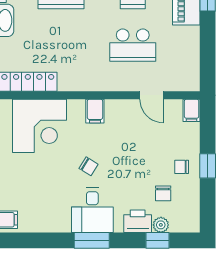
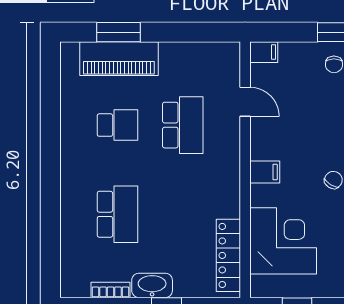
door: (152, 95) -> (245, 102), hinge flipped

